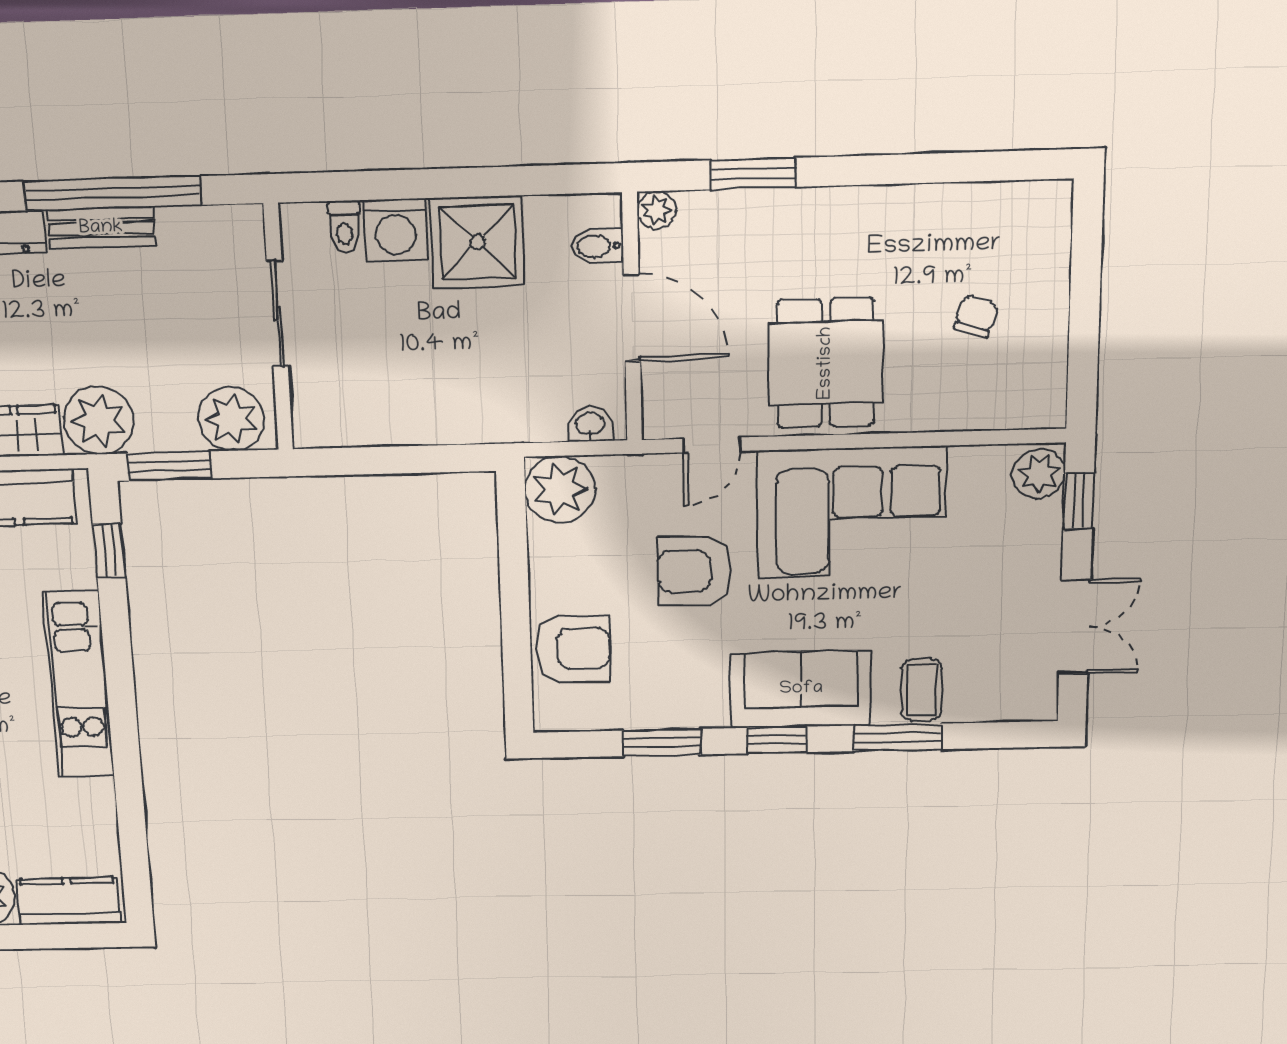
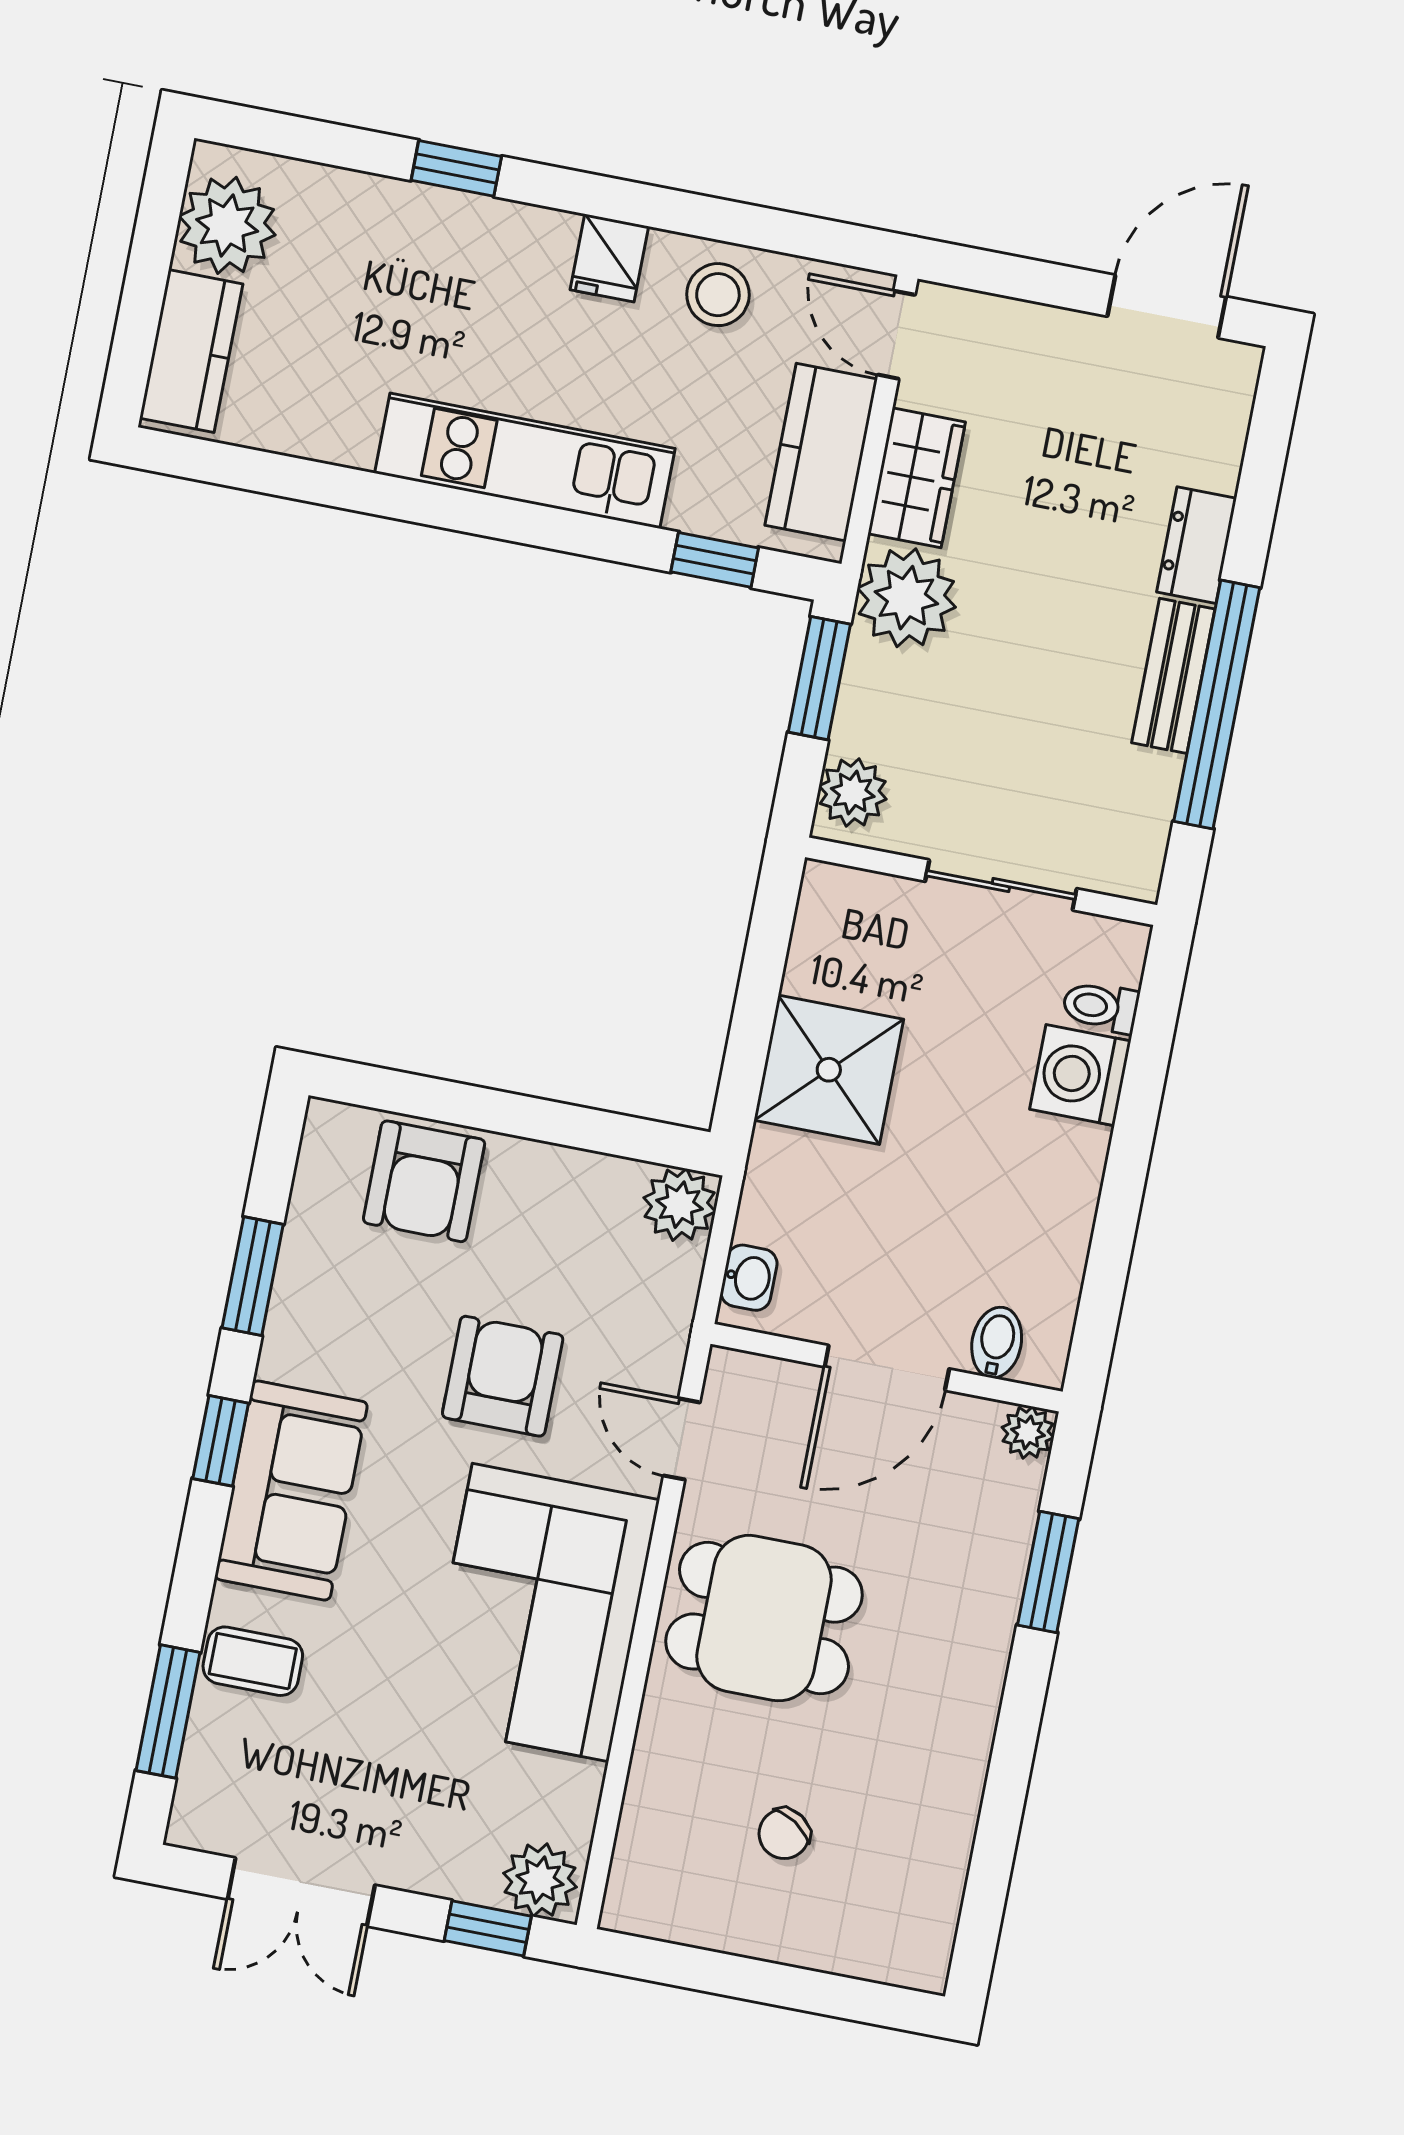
shower: (477, 242) -> (829, 1070), moved
chair: (976, 316) -> (784, 1834), turned 105
plant: (231, 419) -> (853, 793), width x0.73, depth x0.73
plant: (560, 489) -> (680, 1205), width x0.73, depth x0.73
window: (898, 737) -> (168, 1711), moved

